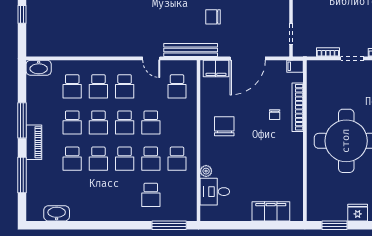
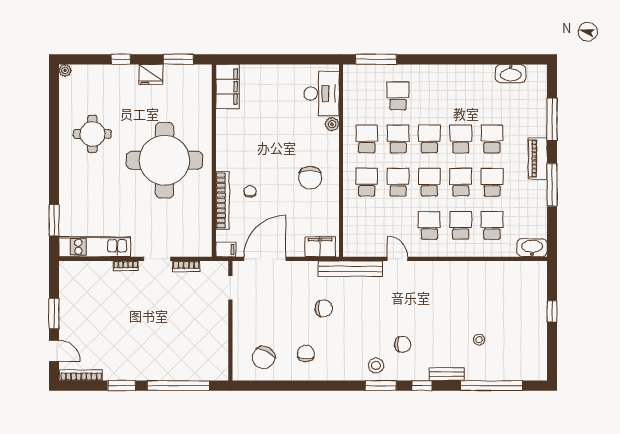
door: (248, 58) -> (265, 259), moved
school desk: (177, 86) -> (367, 182), moved
desk: (215, 192) -> (322, 94), width x1.37
filing cabinet: (271, 211) -> (227, 87), moved, turned -90

